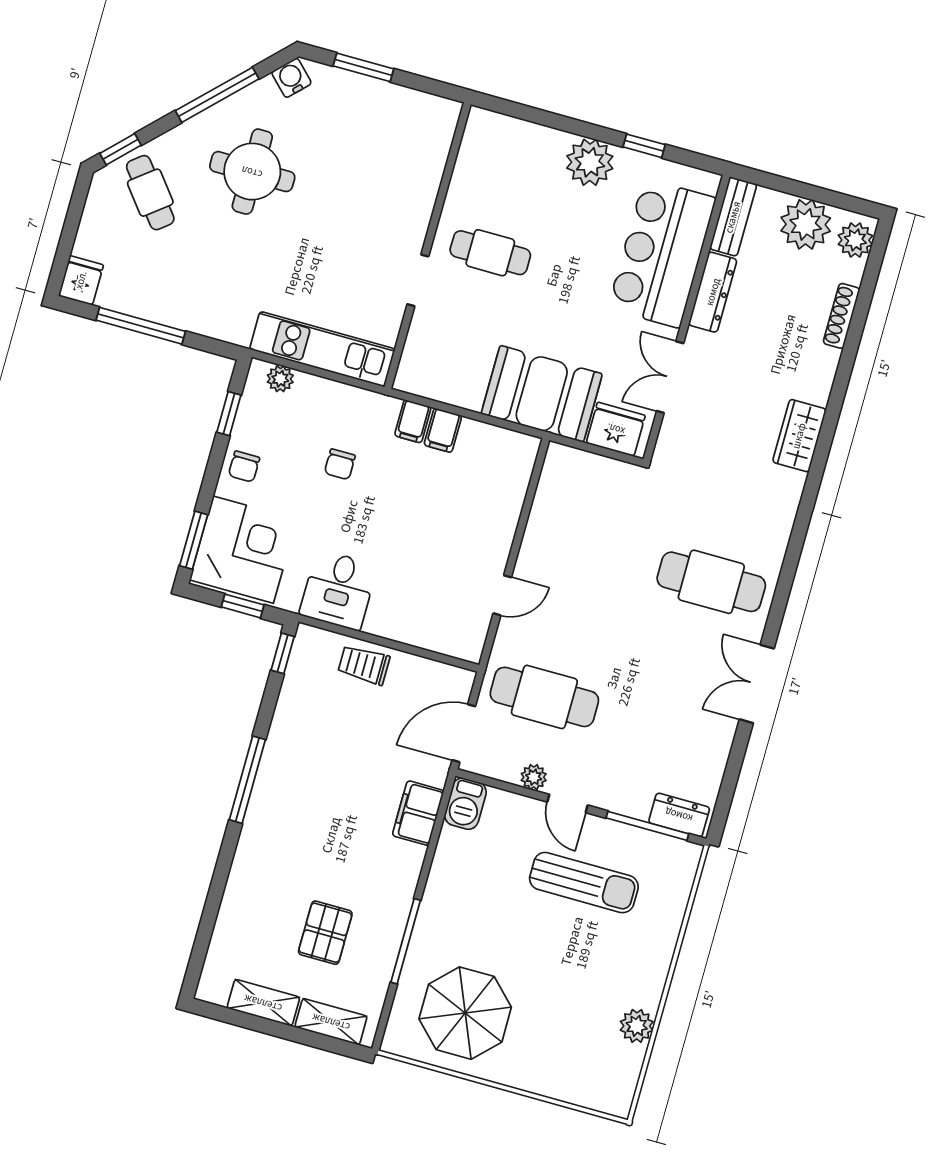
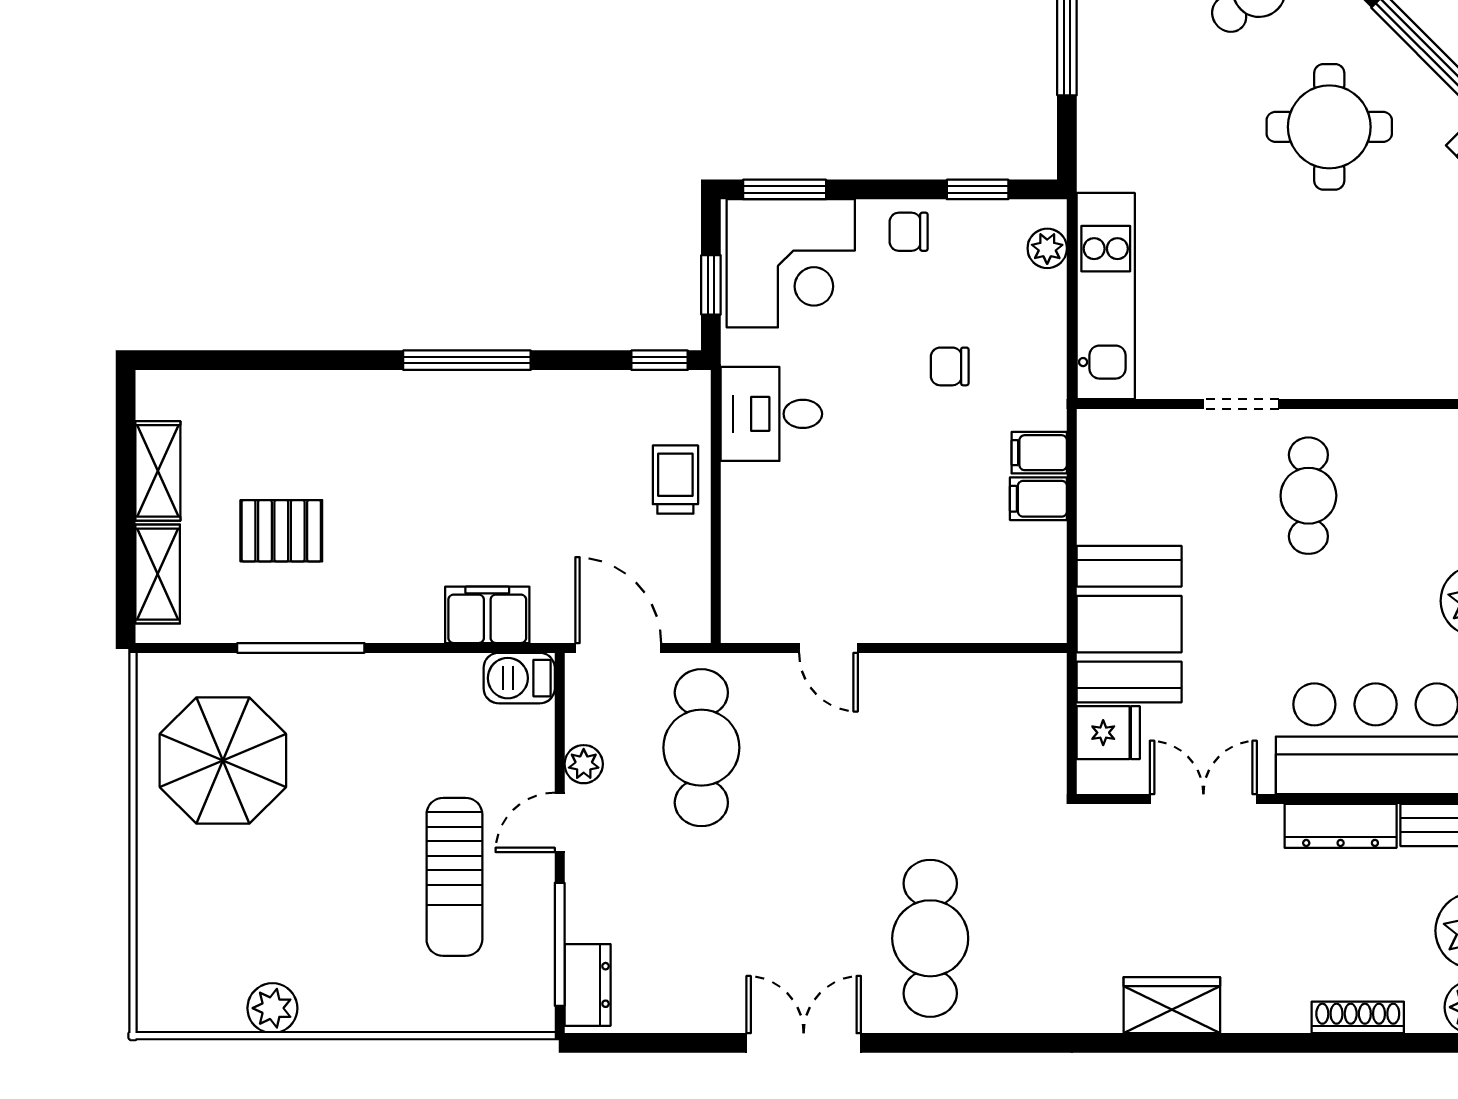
fridge: (616, 429) -> (1108, 733), width x0.72

